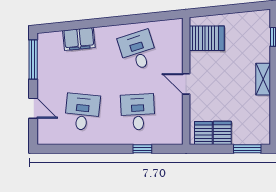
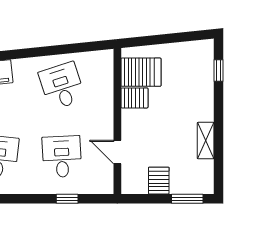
shelving: (263, 79) -> (206, 141), moved
door: (186, 84) -> (117, 152), moved
server rack: (203, 133) -> (134, 98), moved, turned 90

